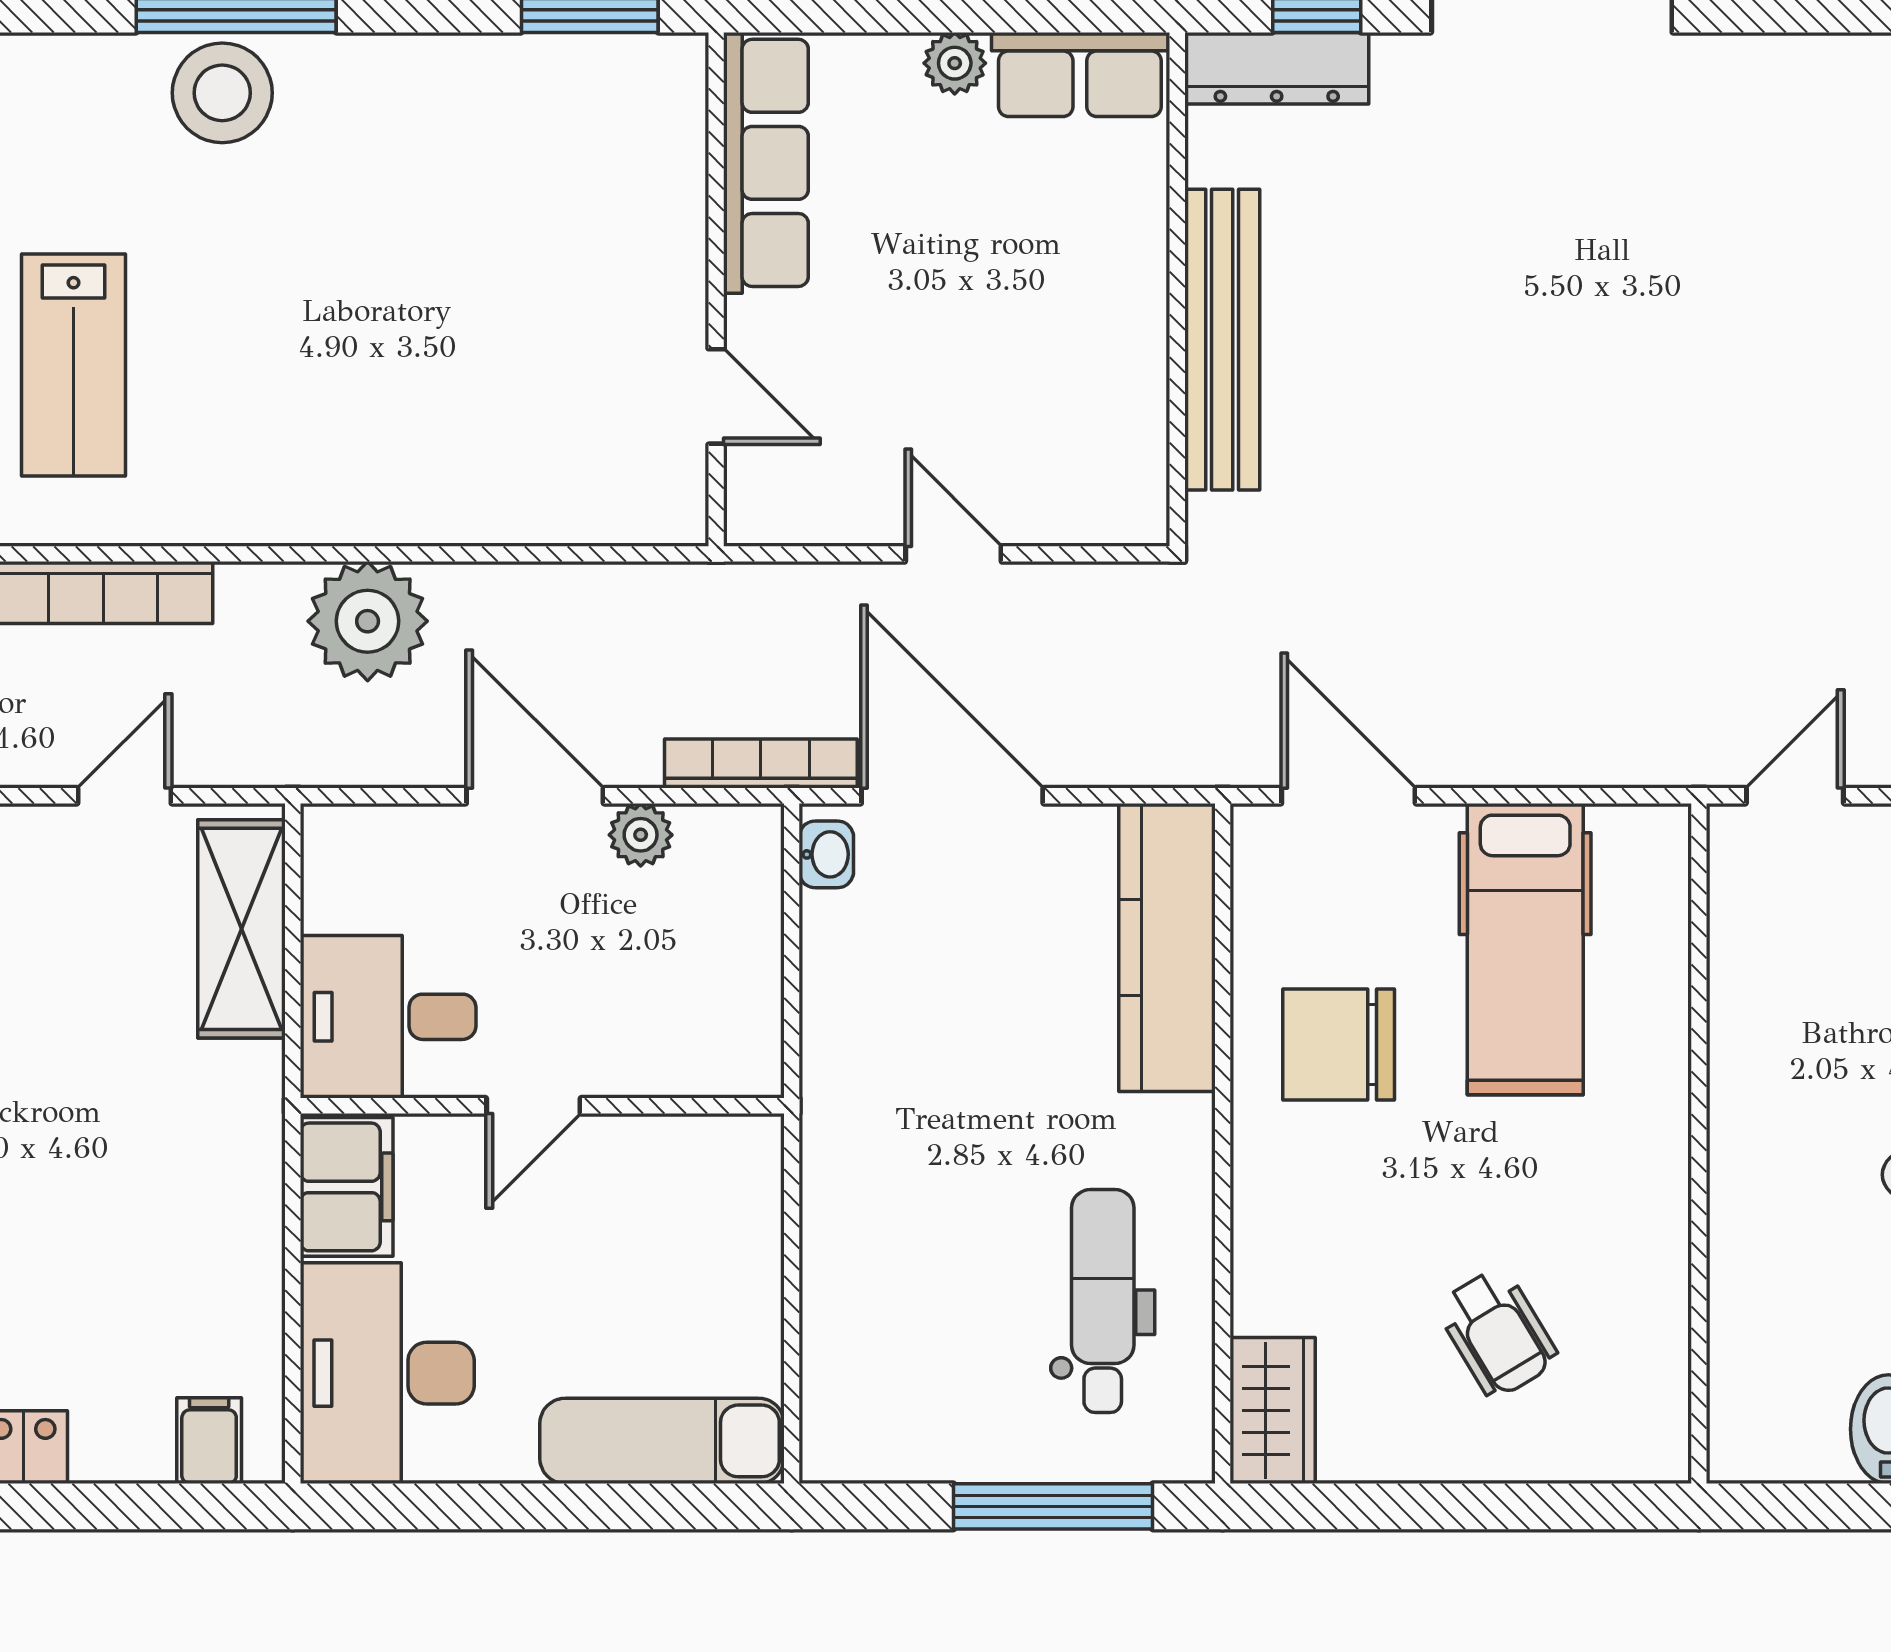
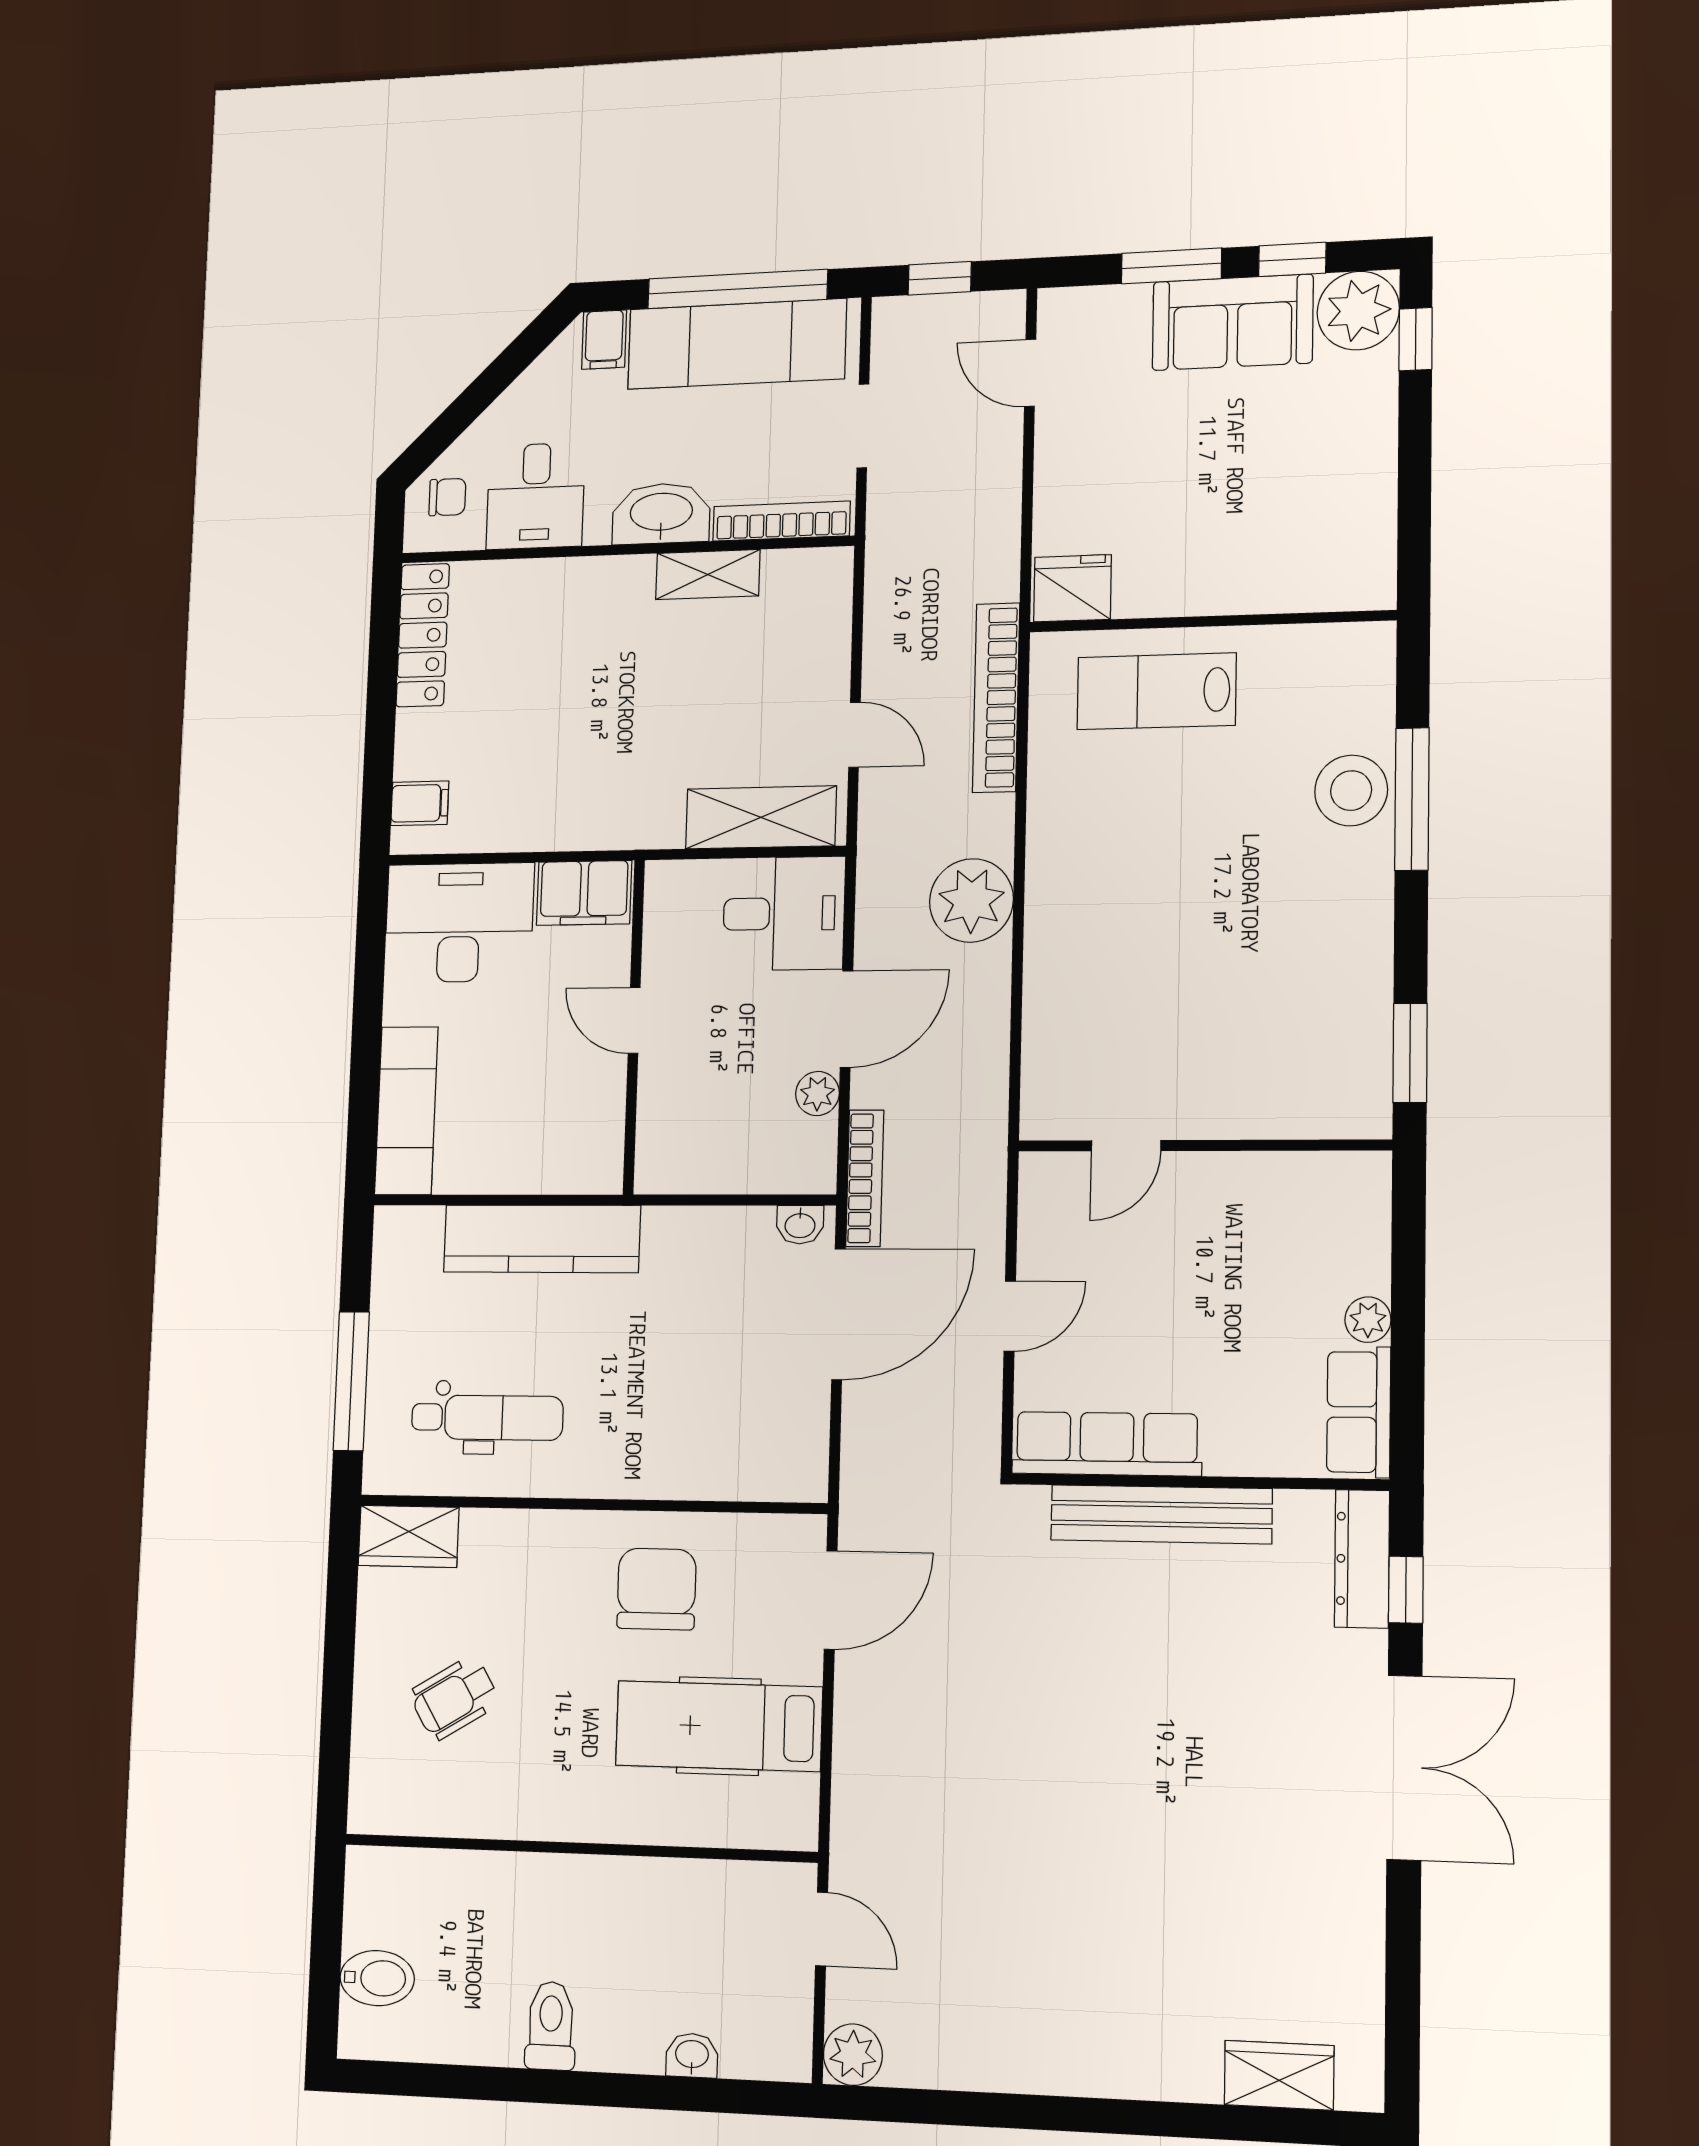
row of seats: (766, 163) -> (1107, 1444), moved, turned 180
kitchen counter: (1167, 947) -> (542, 1239), moved, turned 180
desk: (388, 1017) -> (784, 913), moved, turned 90

